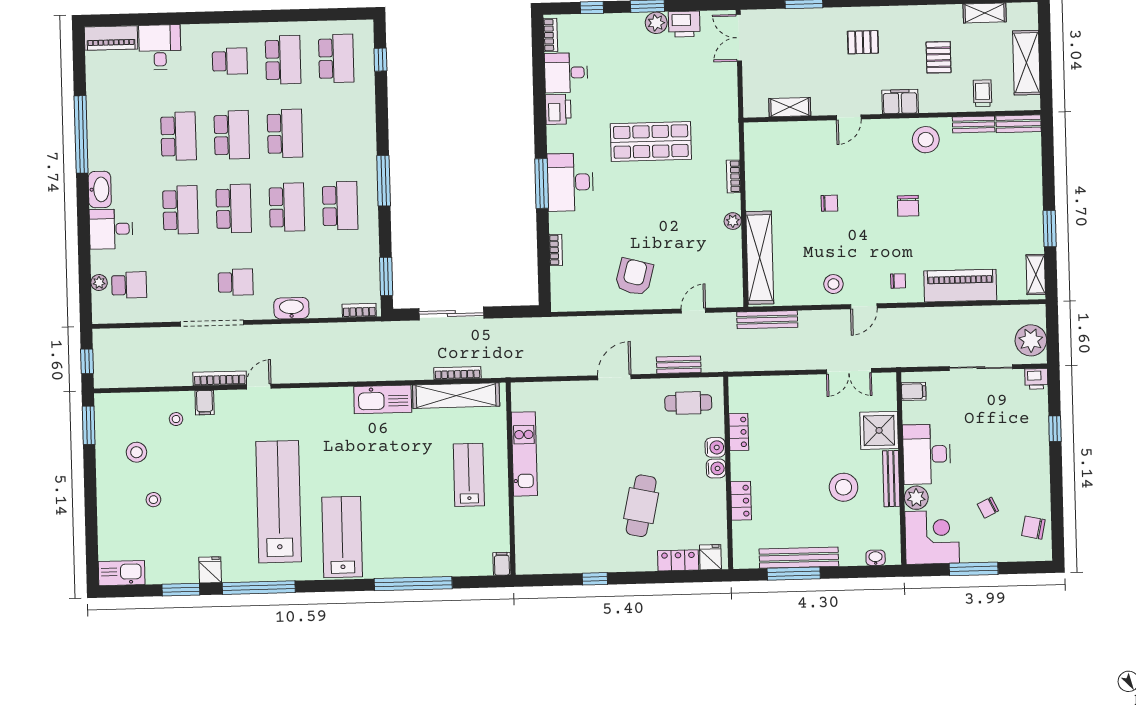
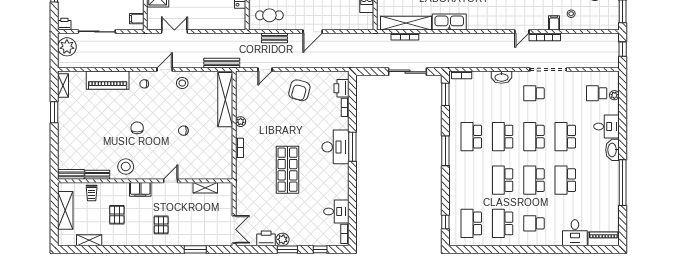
pallet: (863, 42) -> (161, 225), turned 90
printer: (558, 109) -> (342, 88), moved
shop shelf: (651, 141) -> (287, 170), turned 90

